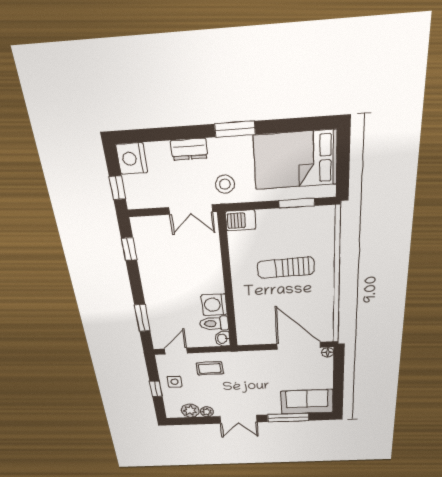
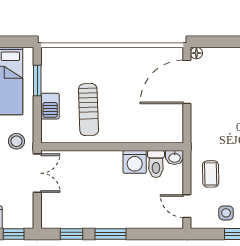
barbecue: (241, 220) -> (50, 106), moved
sun lounger: (286, 268) -> (88, 110), moved
window: (142, 318) -> (110, 234), moved

